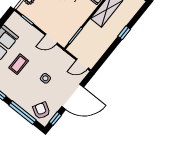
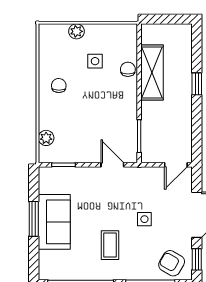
door: (51, 39) -> (112, 165), swing flipped
coffee table: (19, 64) -> (110, 245), moved

